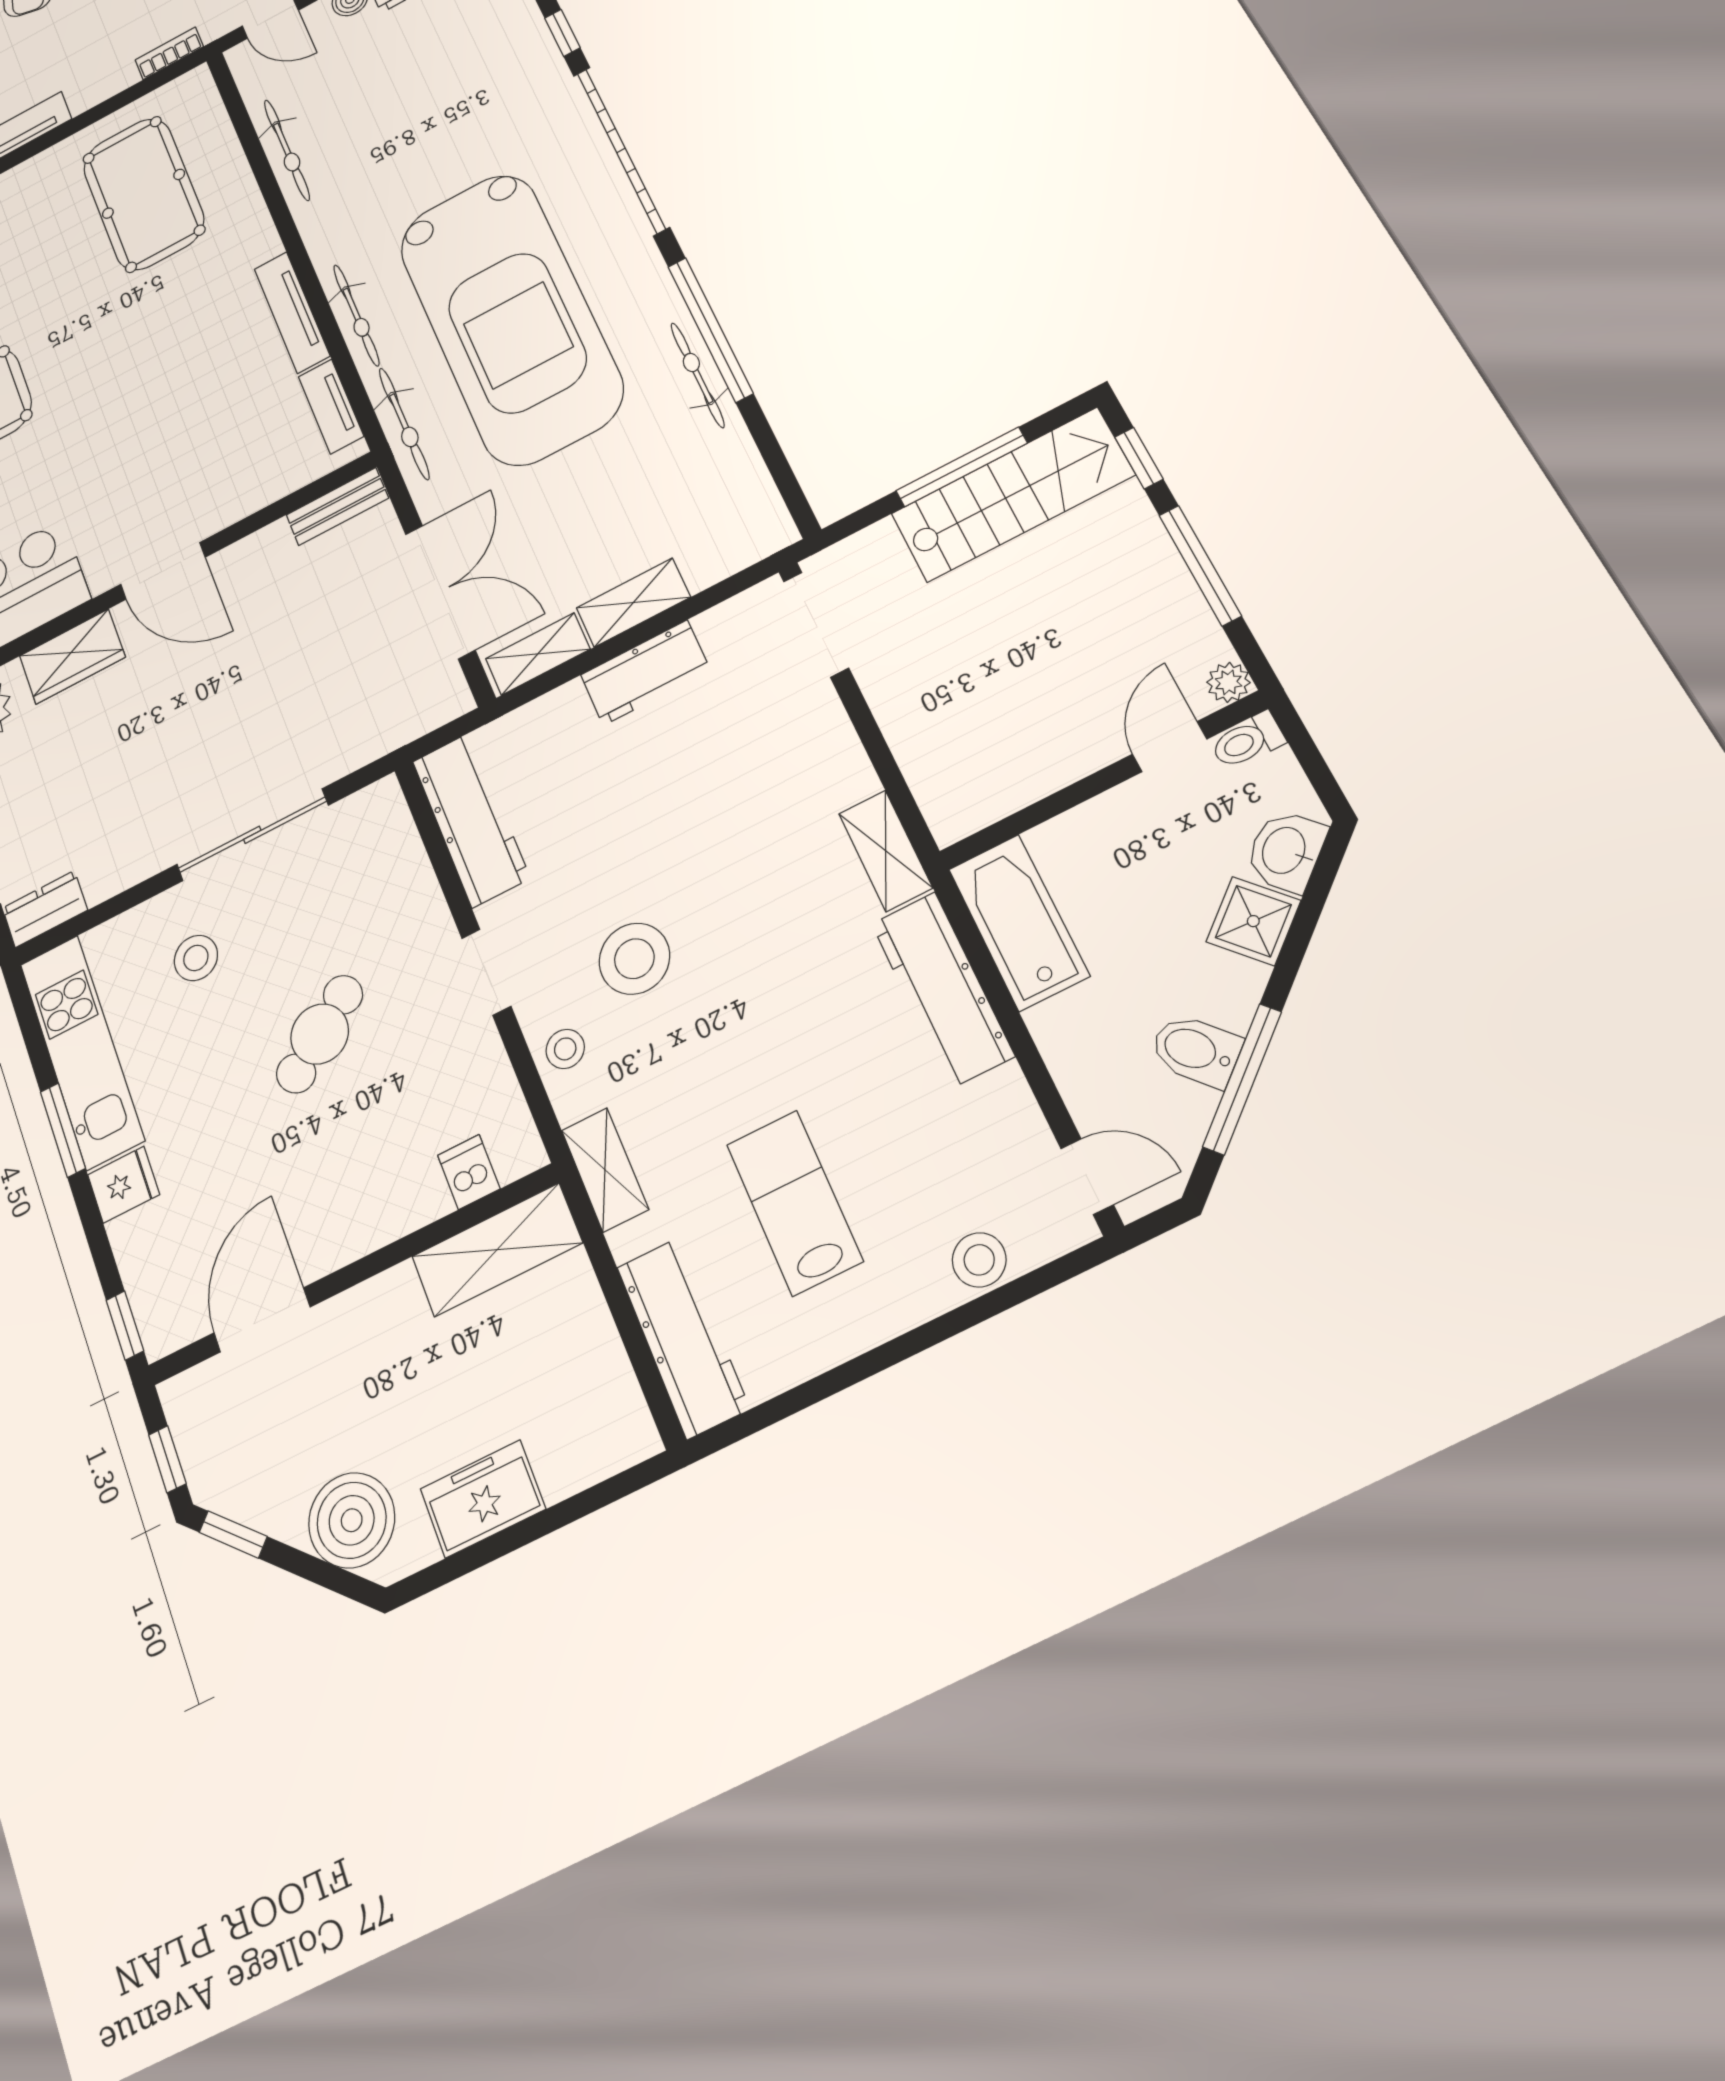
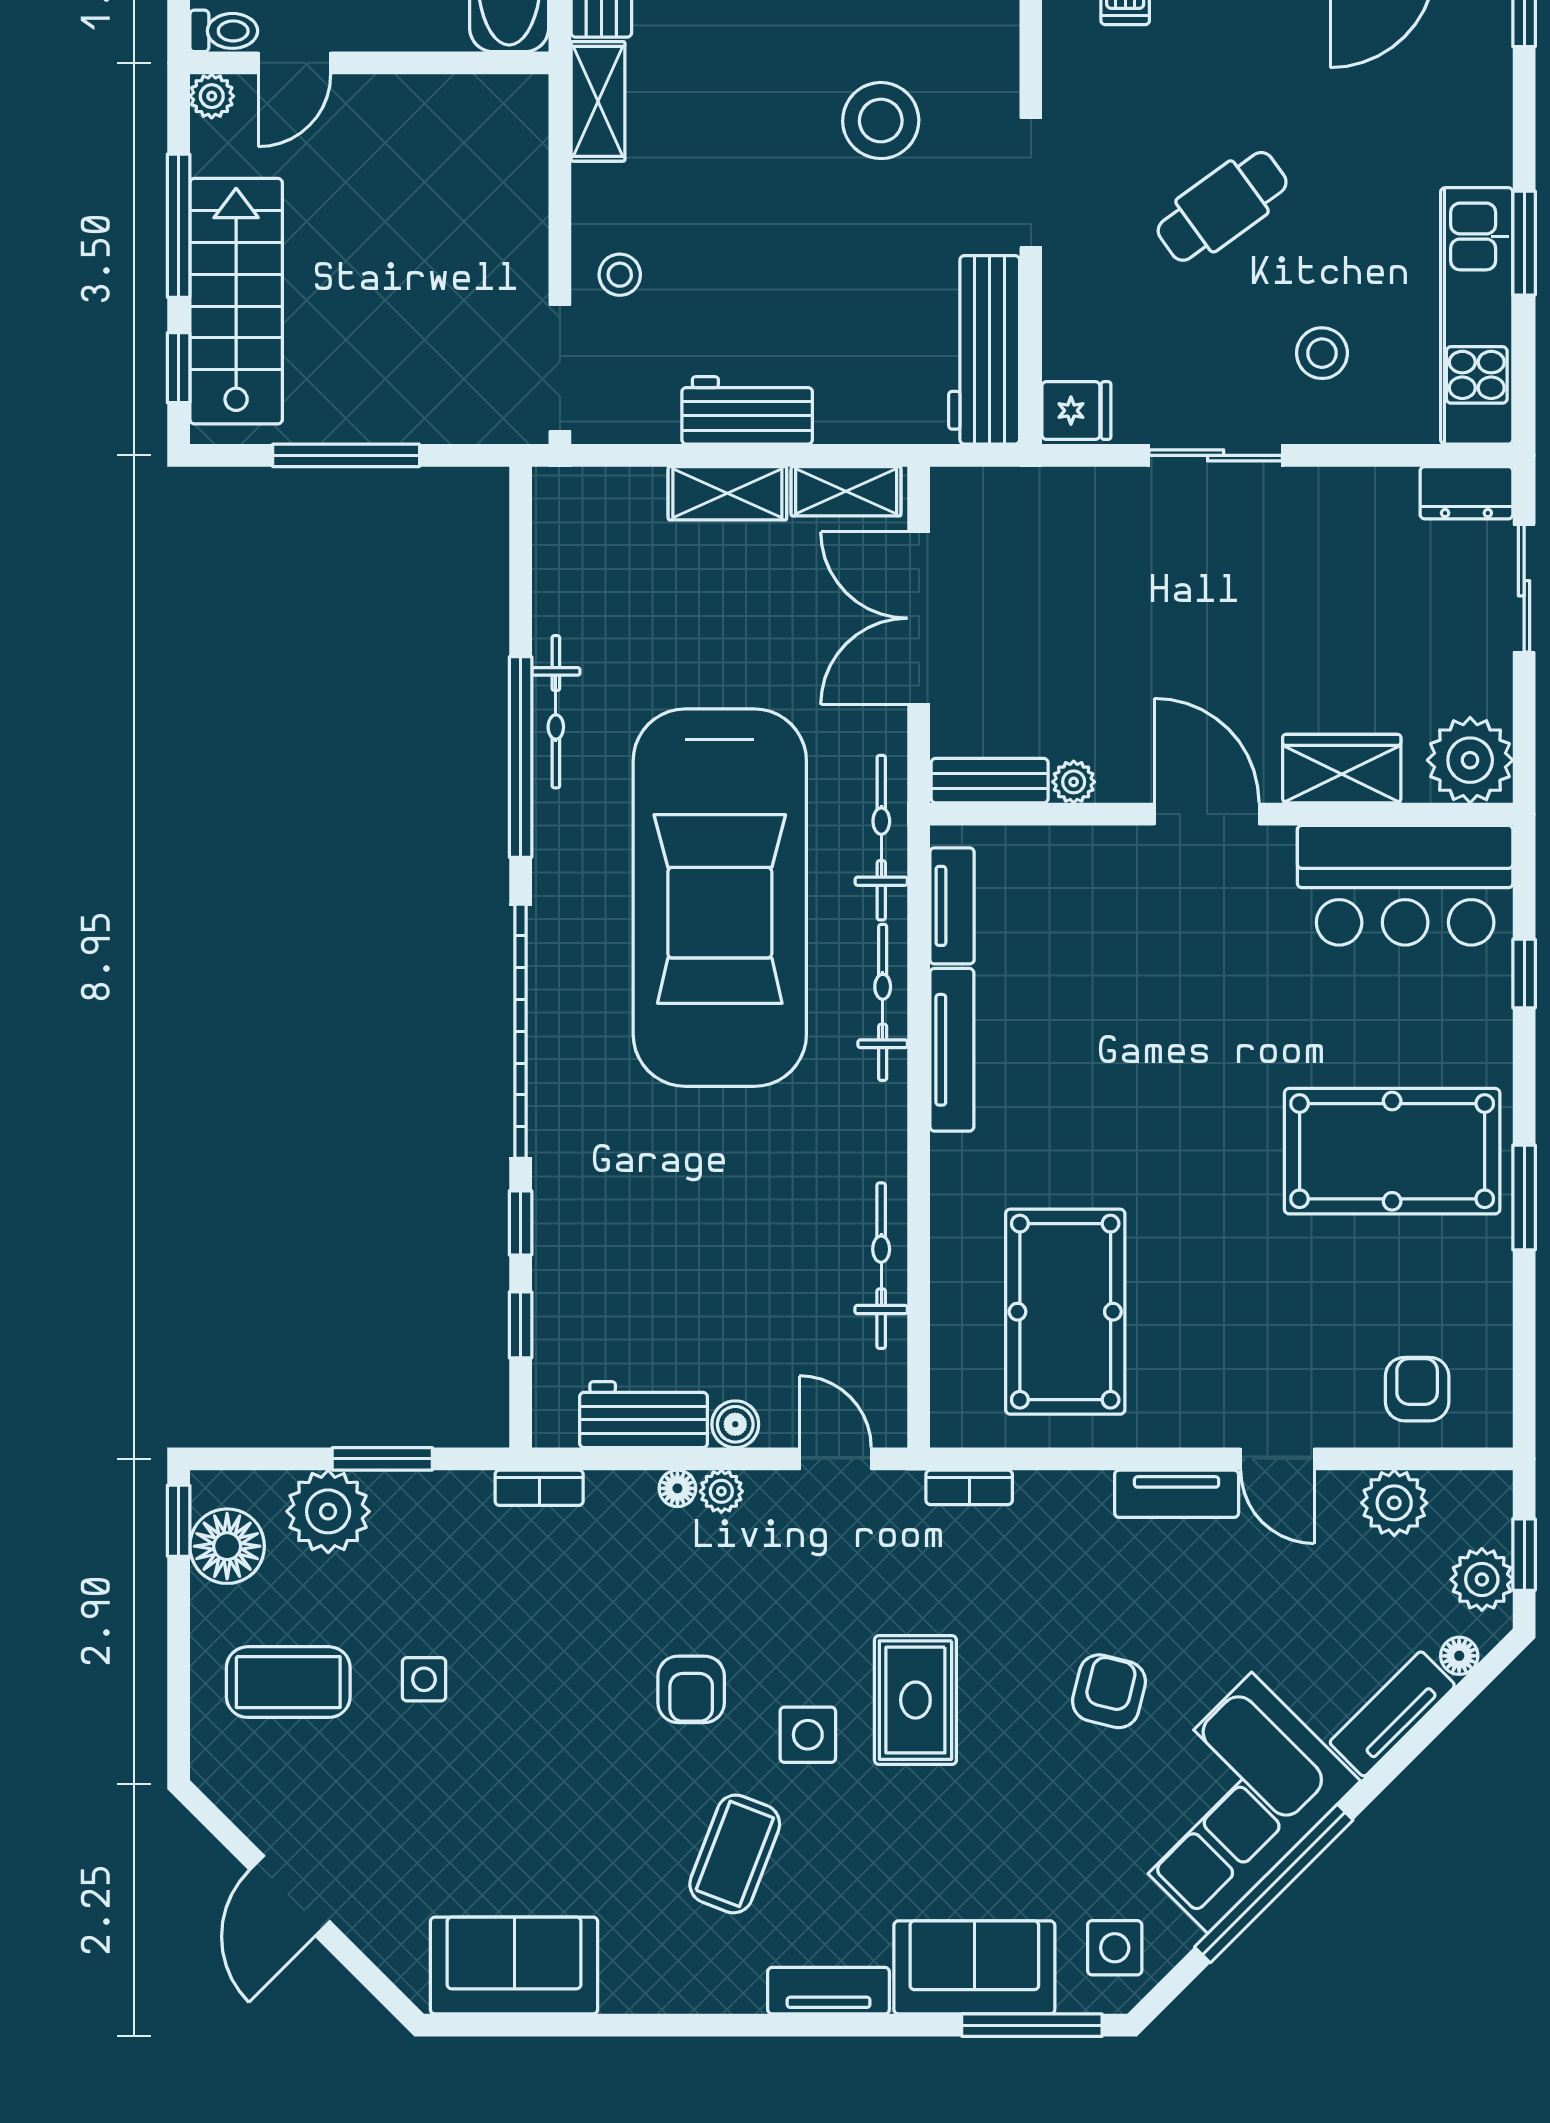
car: (510, 318) -> (720, 898), turned 180
stairs: (1012, 495) -> (236, 301), moved, turned 90
plant: (273, 540) -> (1074, 782), added
sliding door: (252, 835) -> (1216, 455), width x0.73
doorway: (486, 972) -> (1031, 183), width x1.38
stool: (565, 1049) -> (620, 275), moved
fridge: (124, 1185) -> (1076, 411), moved, turned 180

